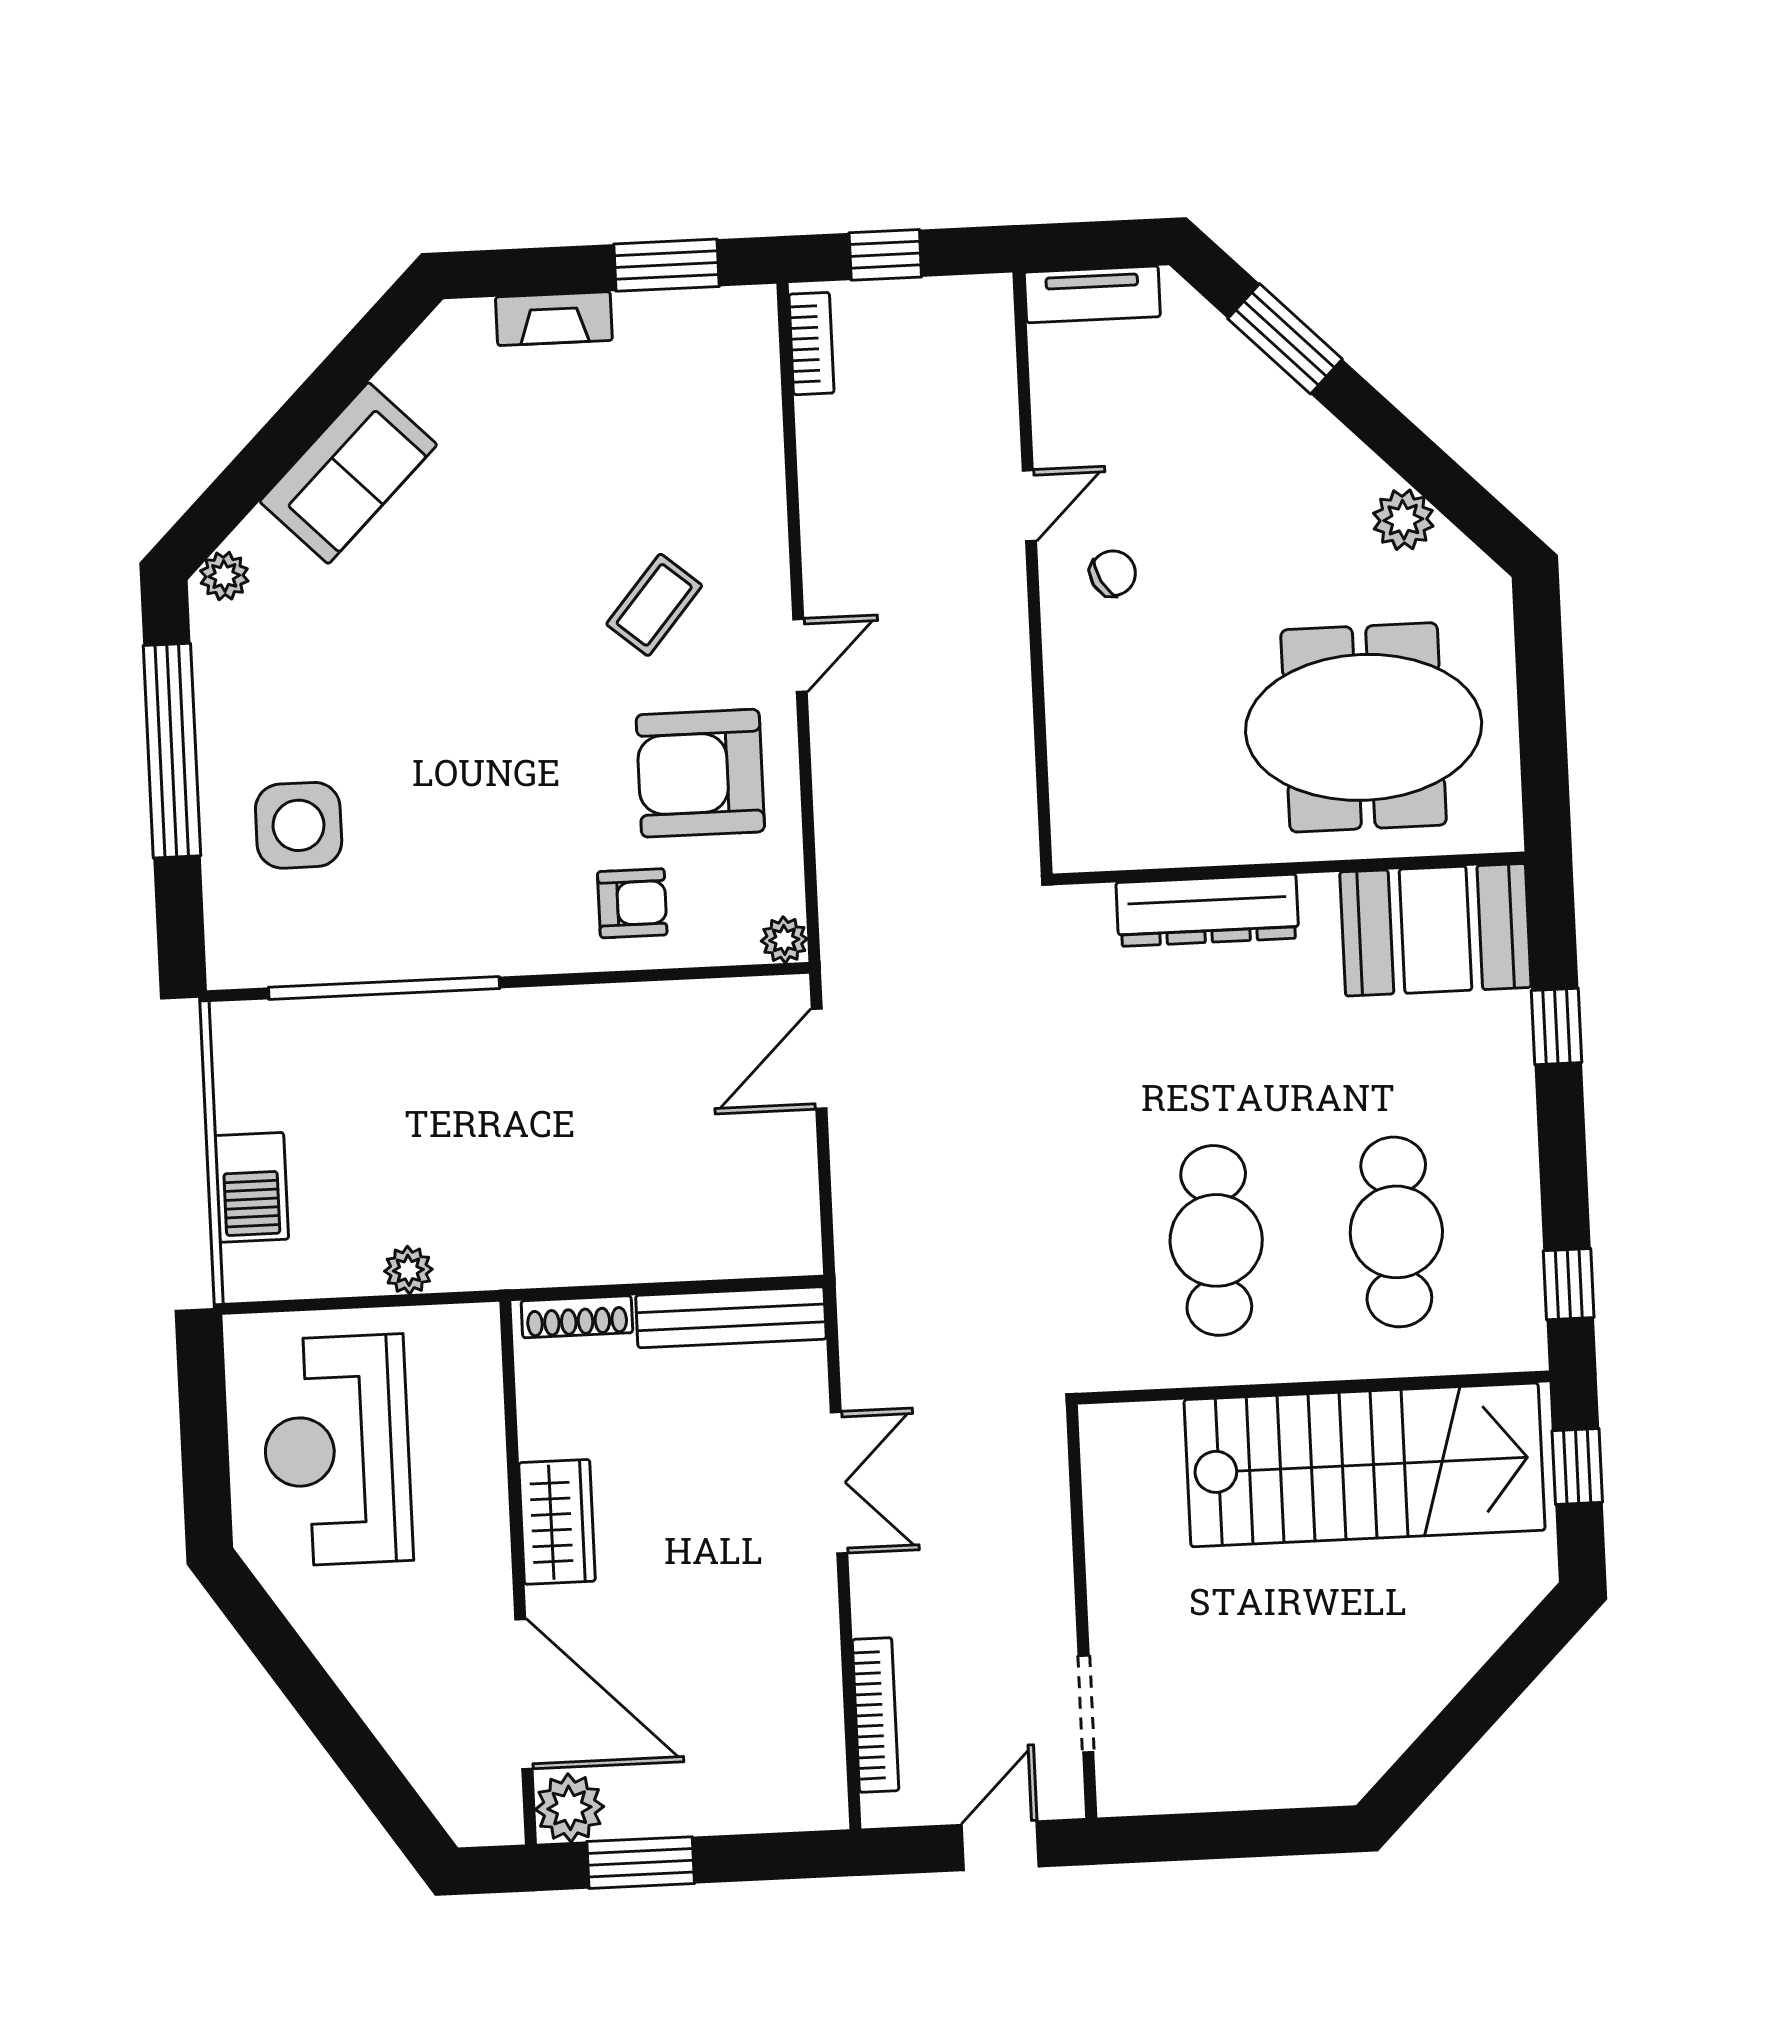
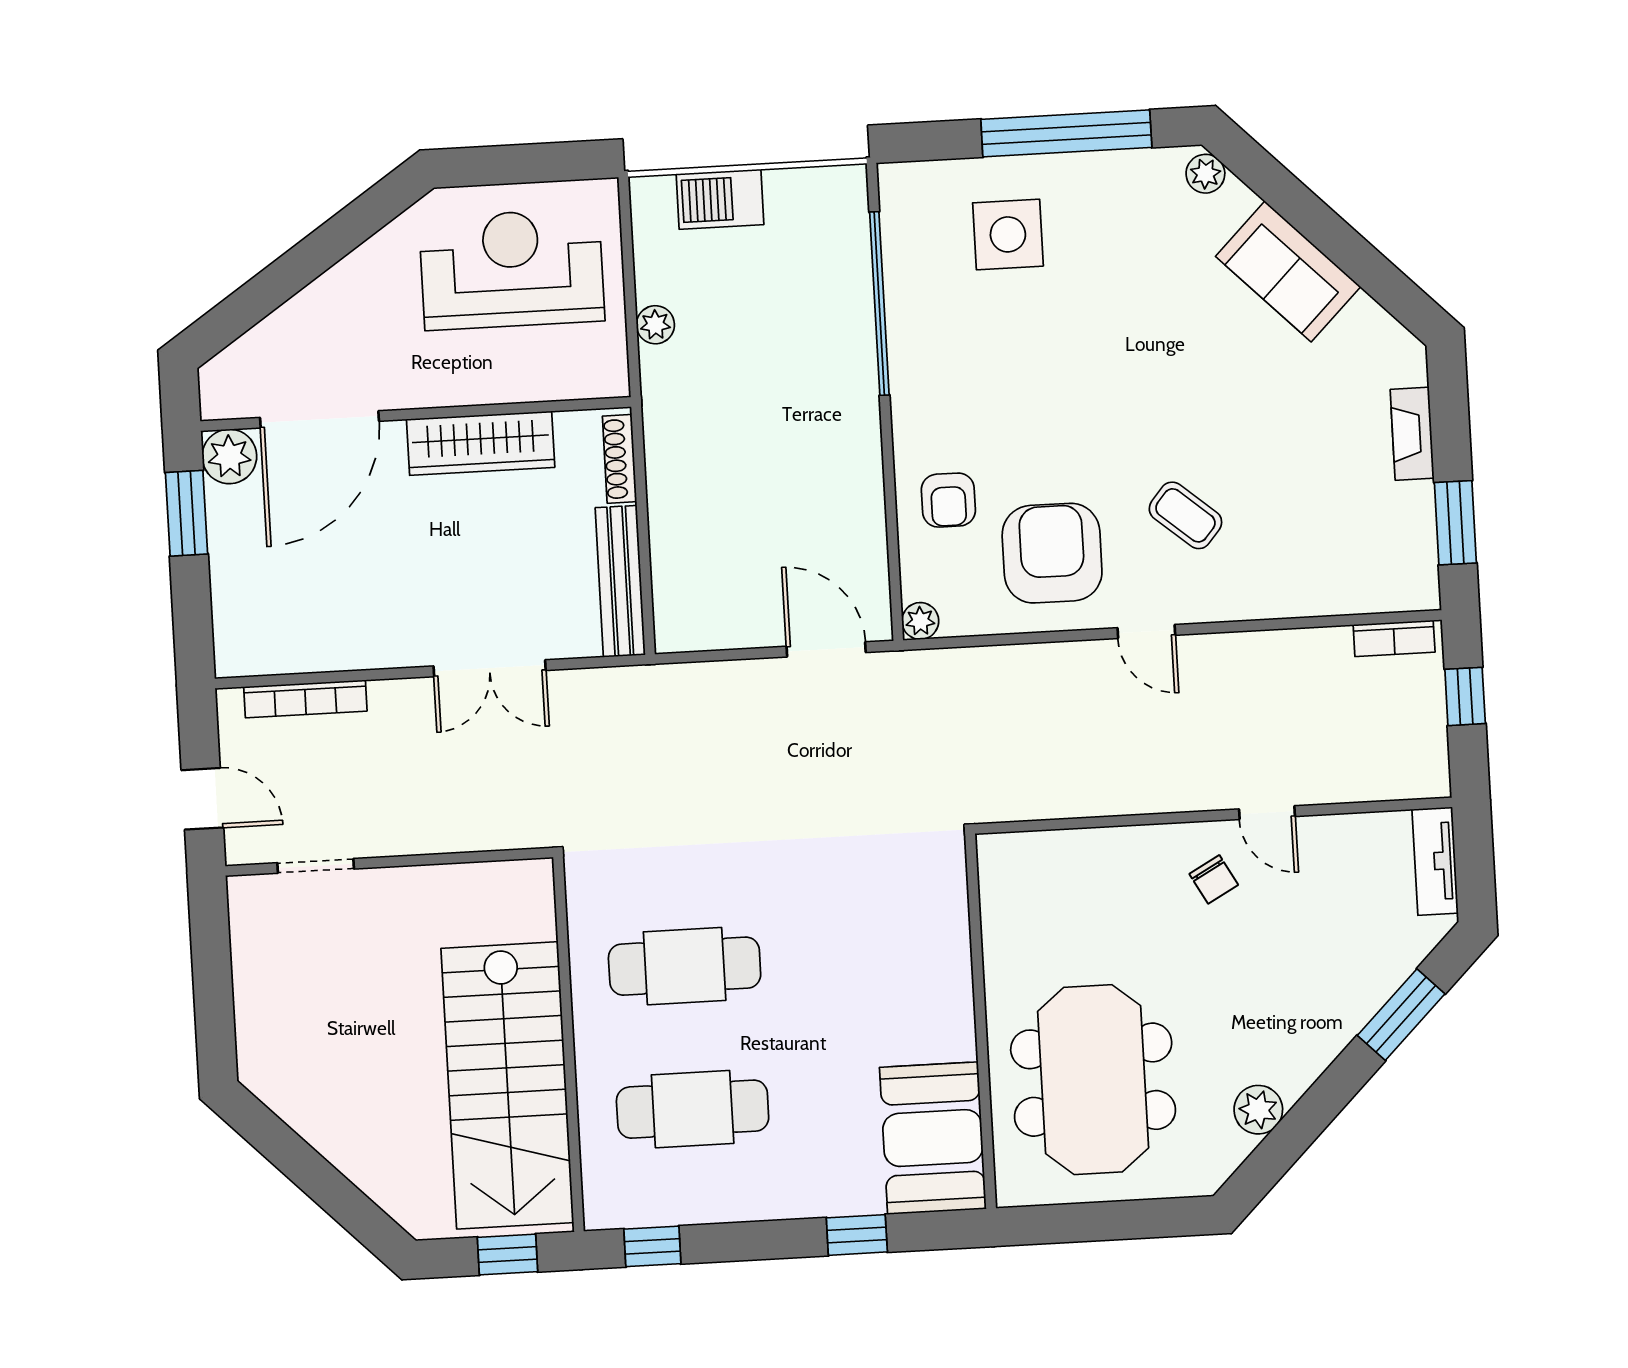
dresser: (1207, 910) -> (947, 957), removed
wardrobe: (557, 1522) -> (481, 443), width x1.50

